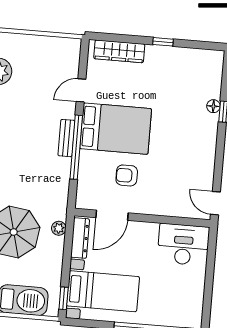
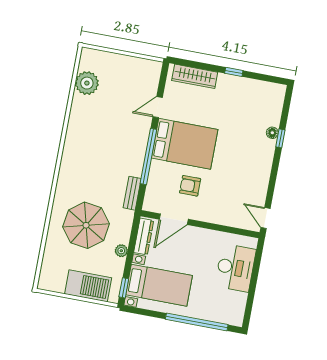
bench: (66, 138) -> (132, 193), moved
plant: (59, 228) -> (121, 251), moved
desk: (183, 244) -> (235, 268), moved, turned 90

